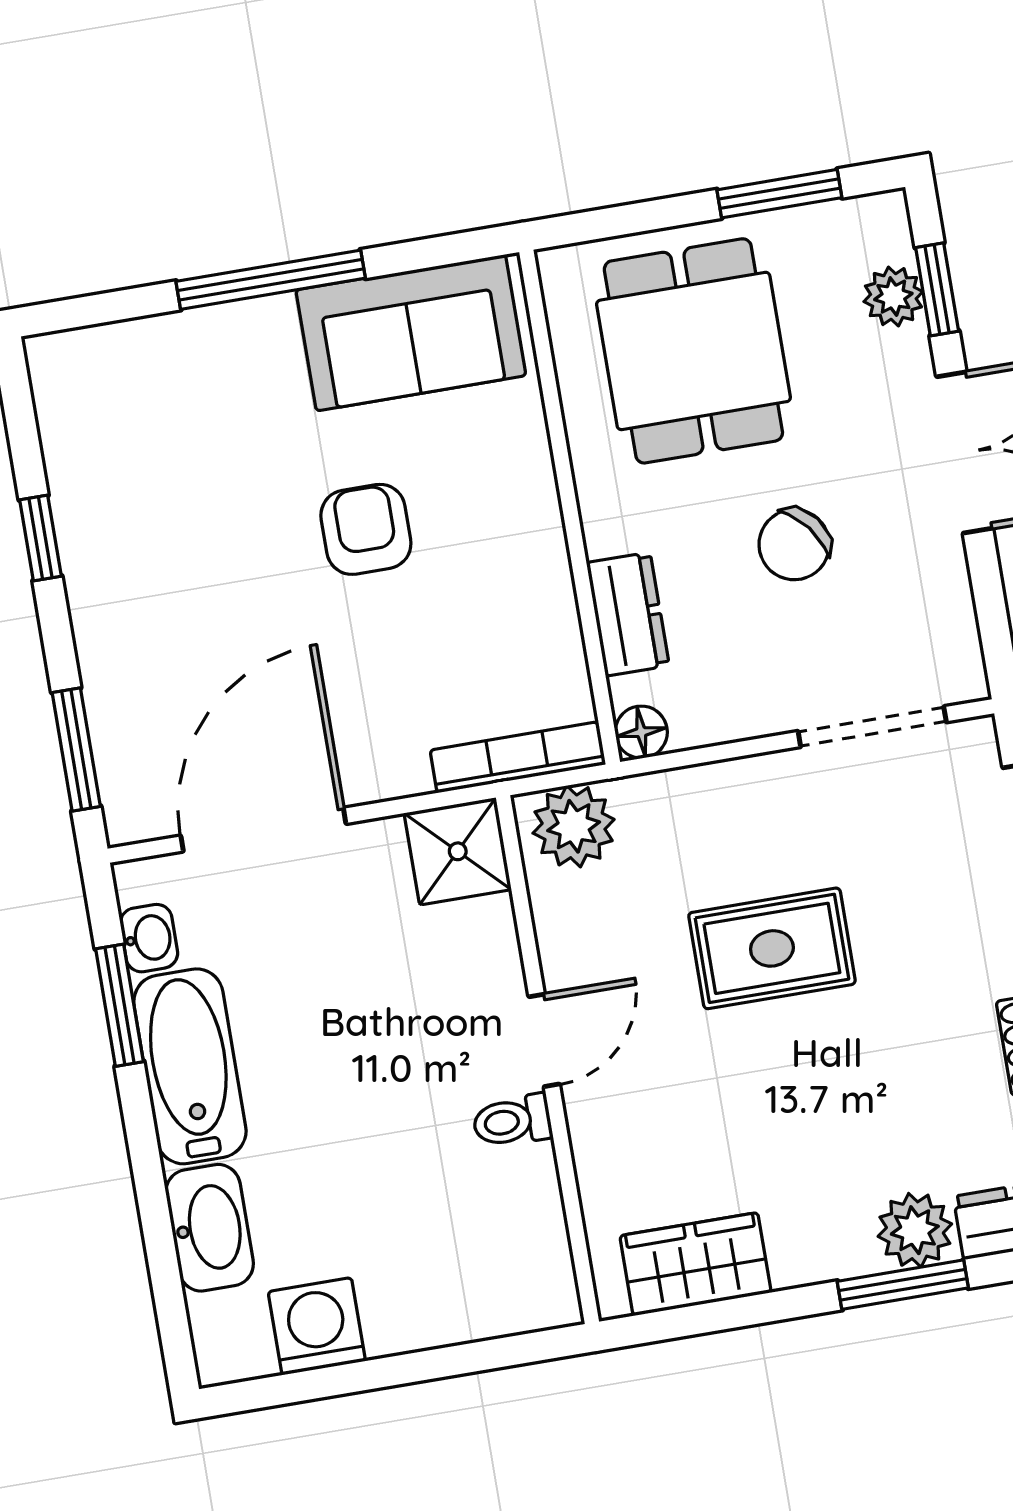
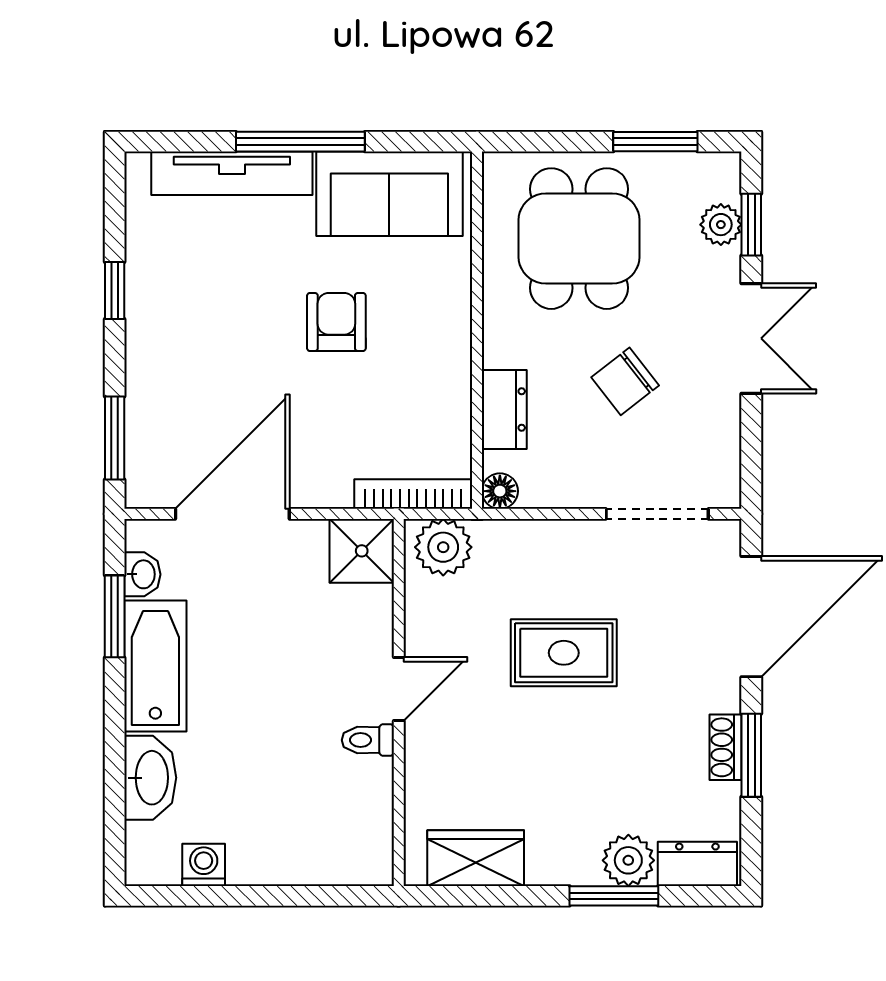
tv unit: (180, 342) -> (232, 173), added
washing machine: (317, 1326) -> (204, 865), width x0.73, depth x0.73

